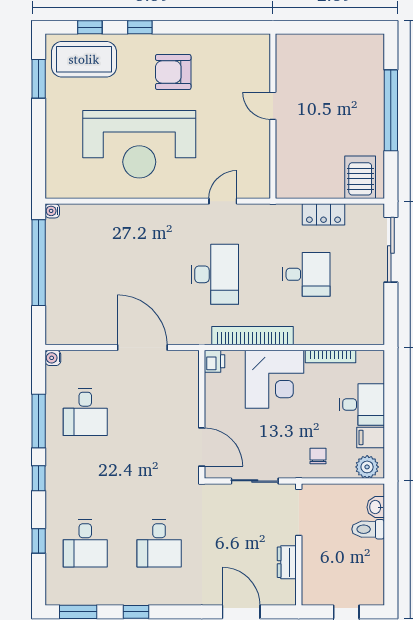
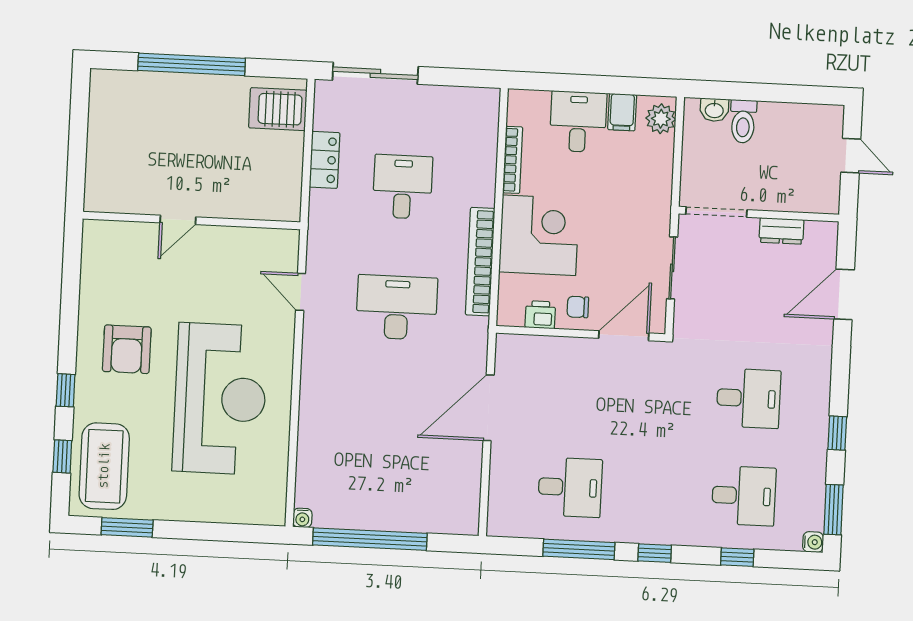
water cooler: (53, 358) -> (813, 542), moved, turned -90
printer: (215, 361) -> (540, 315), moved
chair: (318, 456) -> (578, 307), moved

